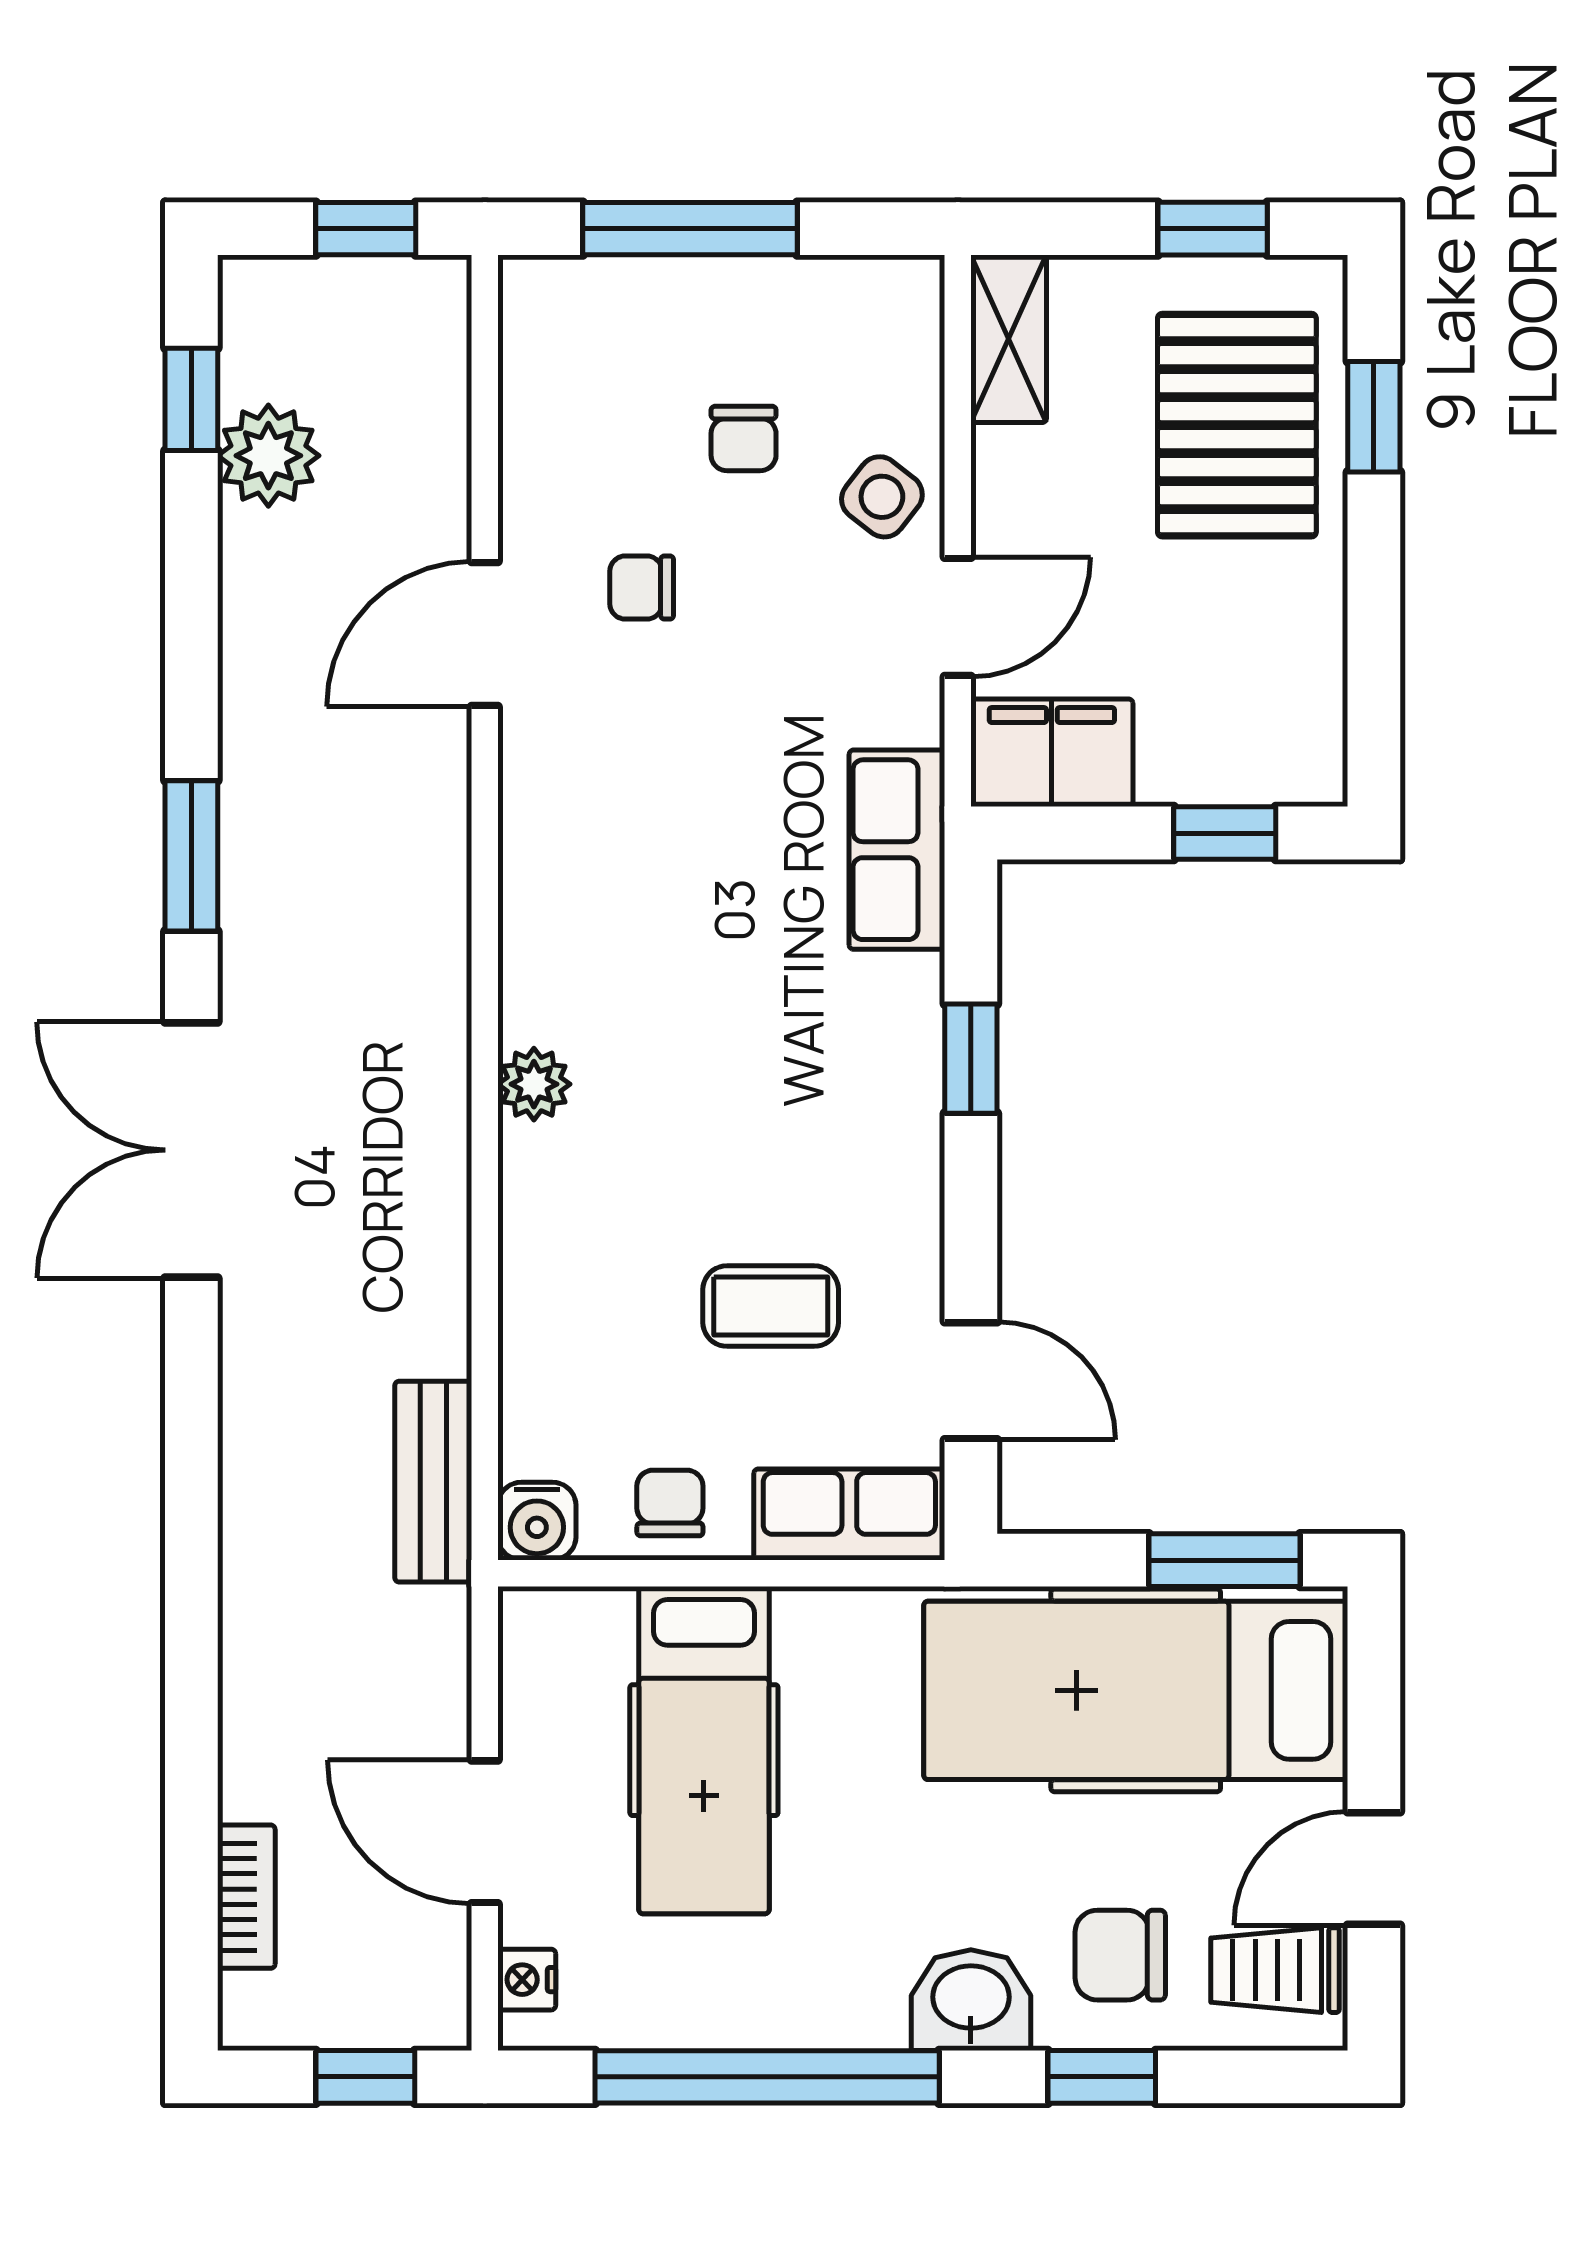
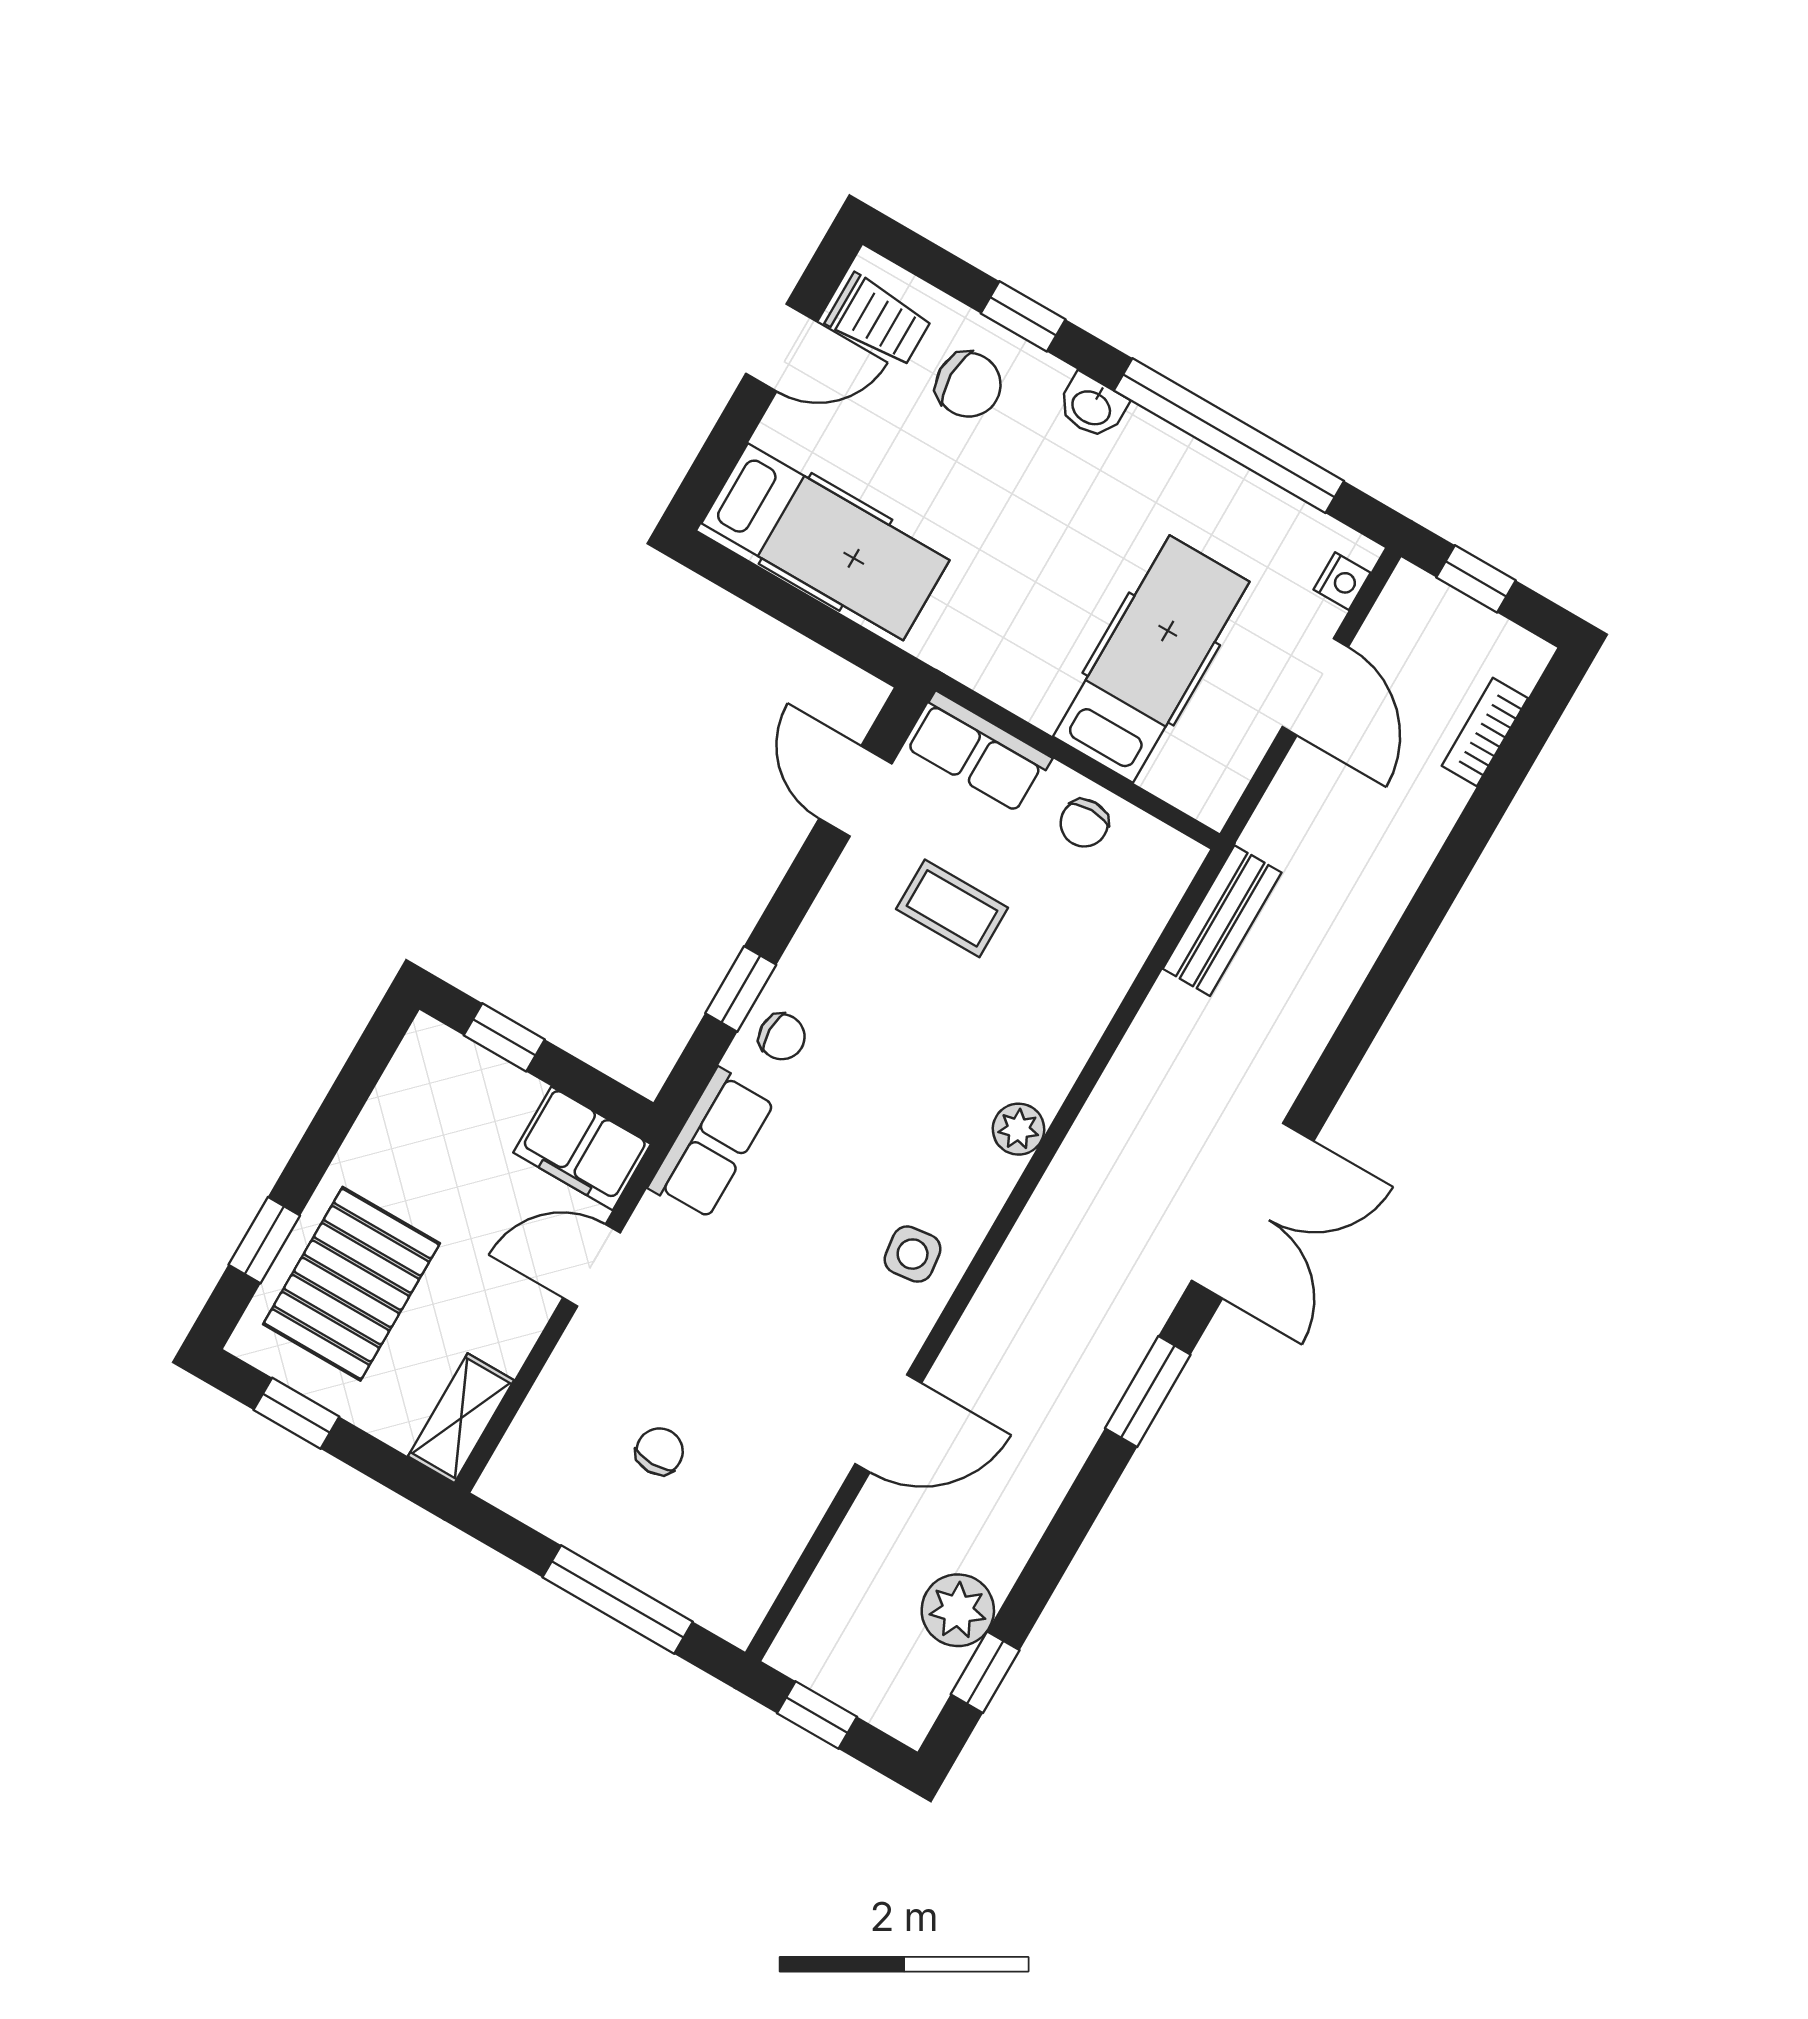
side table: (882, 497) -> (913, 1254), moved, turned 45
chair: (642, 588) -> (782, 1037), moved
water cooler: (537, 1521) -> (1172, 859), removed
window: (1225, 1560) -> (764, 590), removed
hospital bed: (1136, 1690) -> (826, 542), width x0.73, depth x0.78
washbasin: (971, 2000) -> (1092, 407), width x0.72, depth x0.69

